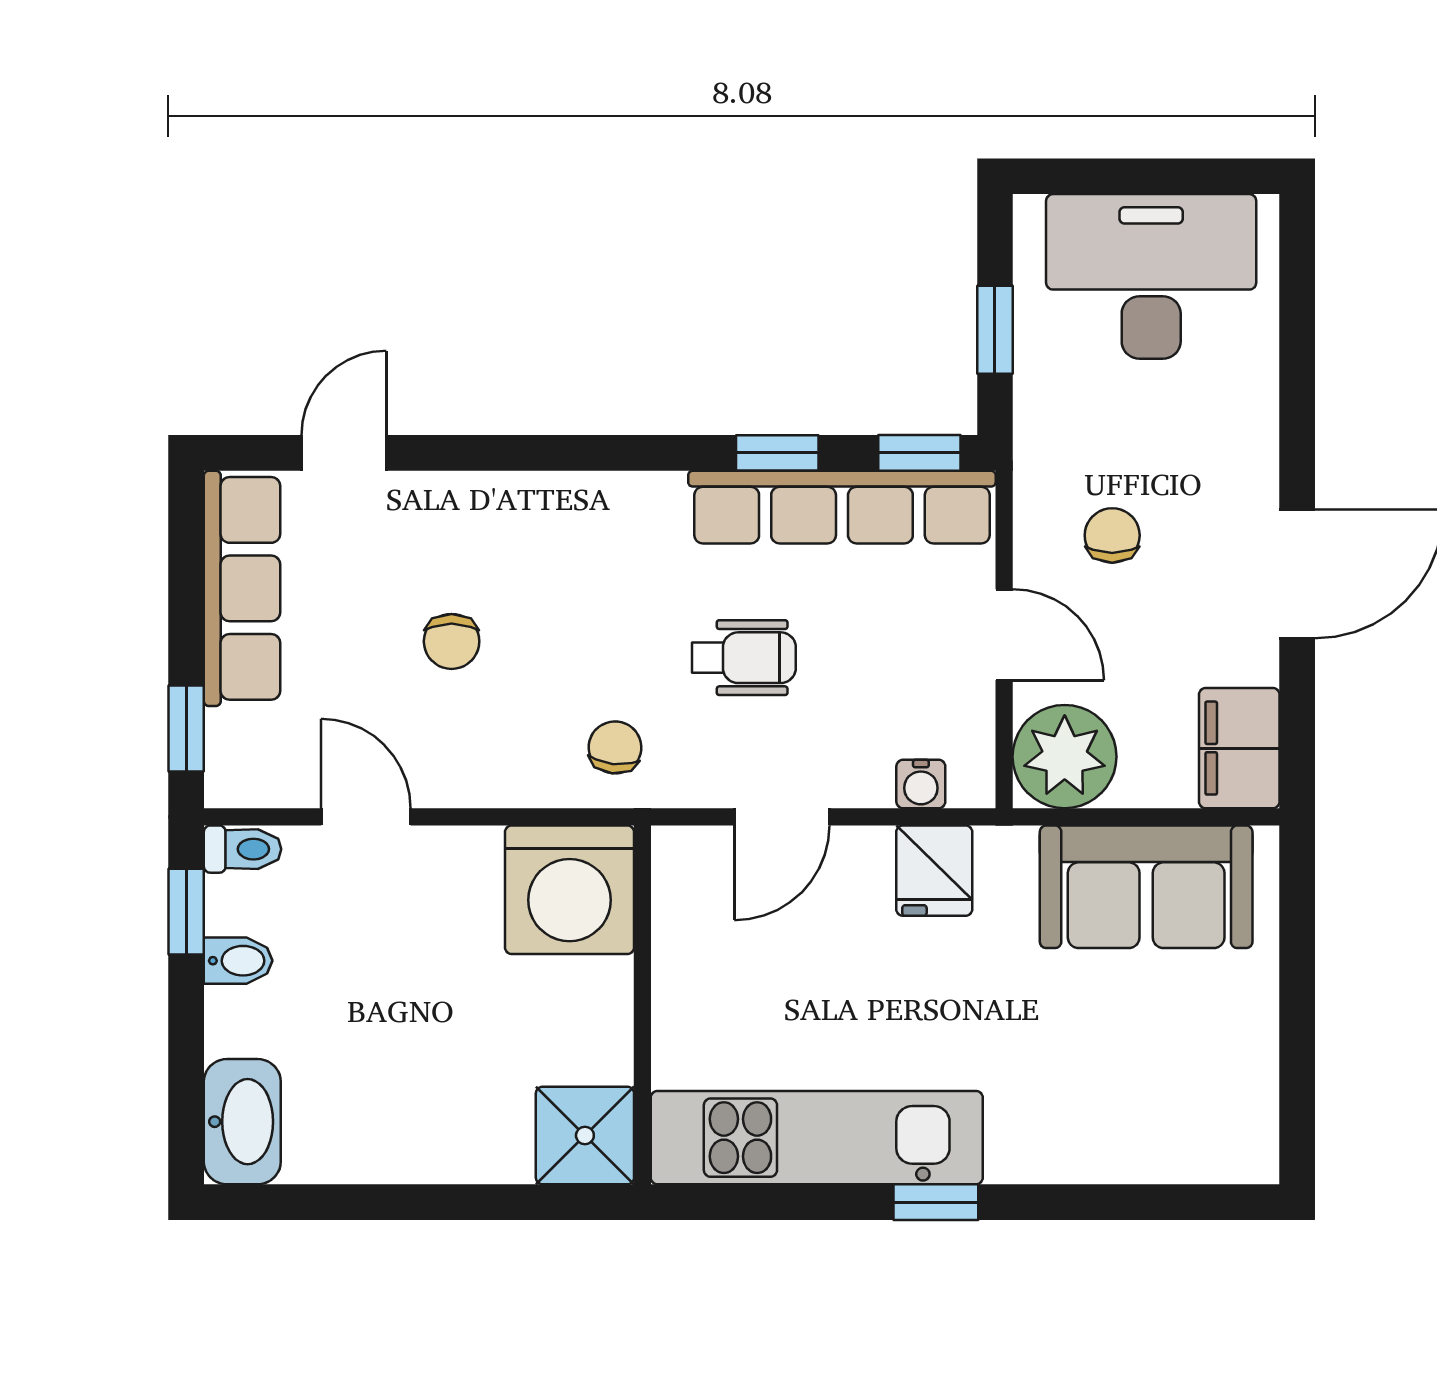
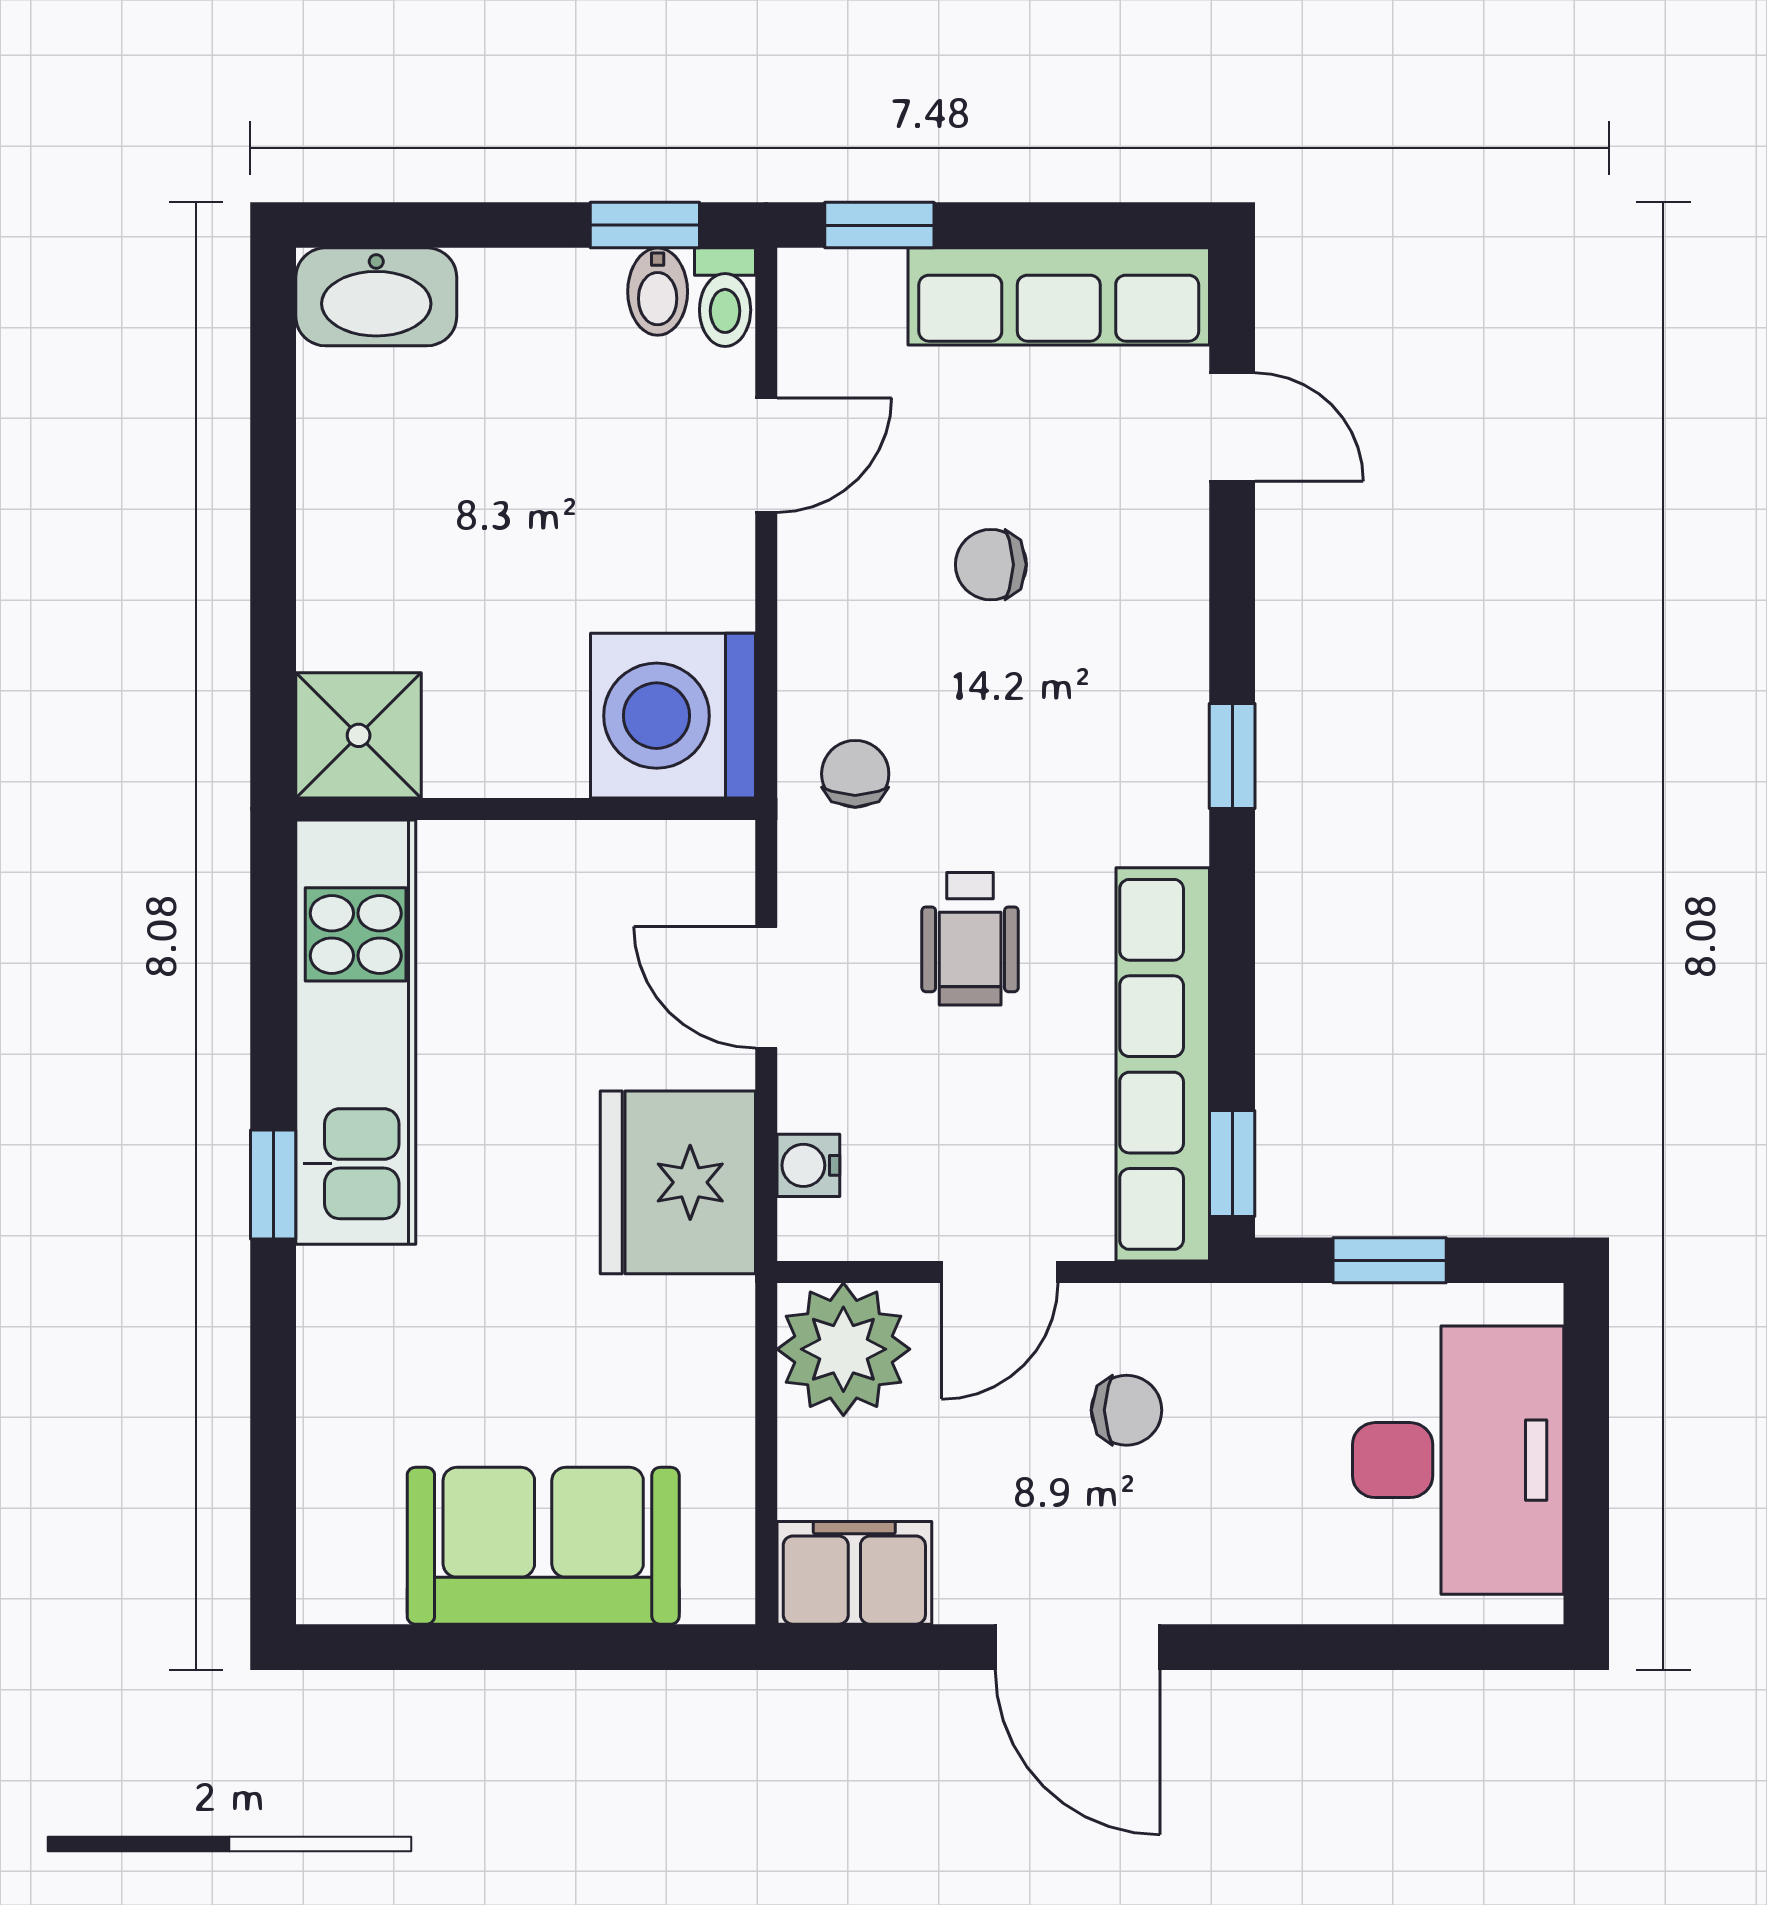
window: (777, 453) -> (1232, 756), moved
chair: (615, 747) -> (855, 774), turned -96
fridge: (934, 871) -> (678, 1182), width x1.88, depth x1.34
sofa: (1146, 887) -> (543, 1546), moved, turned 90
bidet: (238, 961) -> (658, 292), moved

